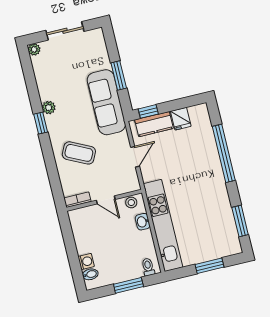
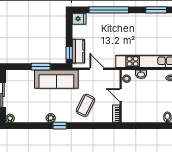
fridge: (181, 119) -> (79, 19), moved
door: (106, 200) -> (121, 95), swing flipped
washing machine: (86, 261) -> (158, 118), removed

